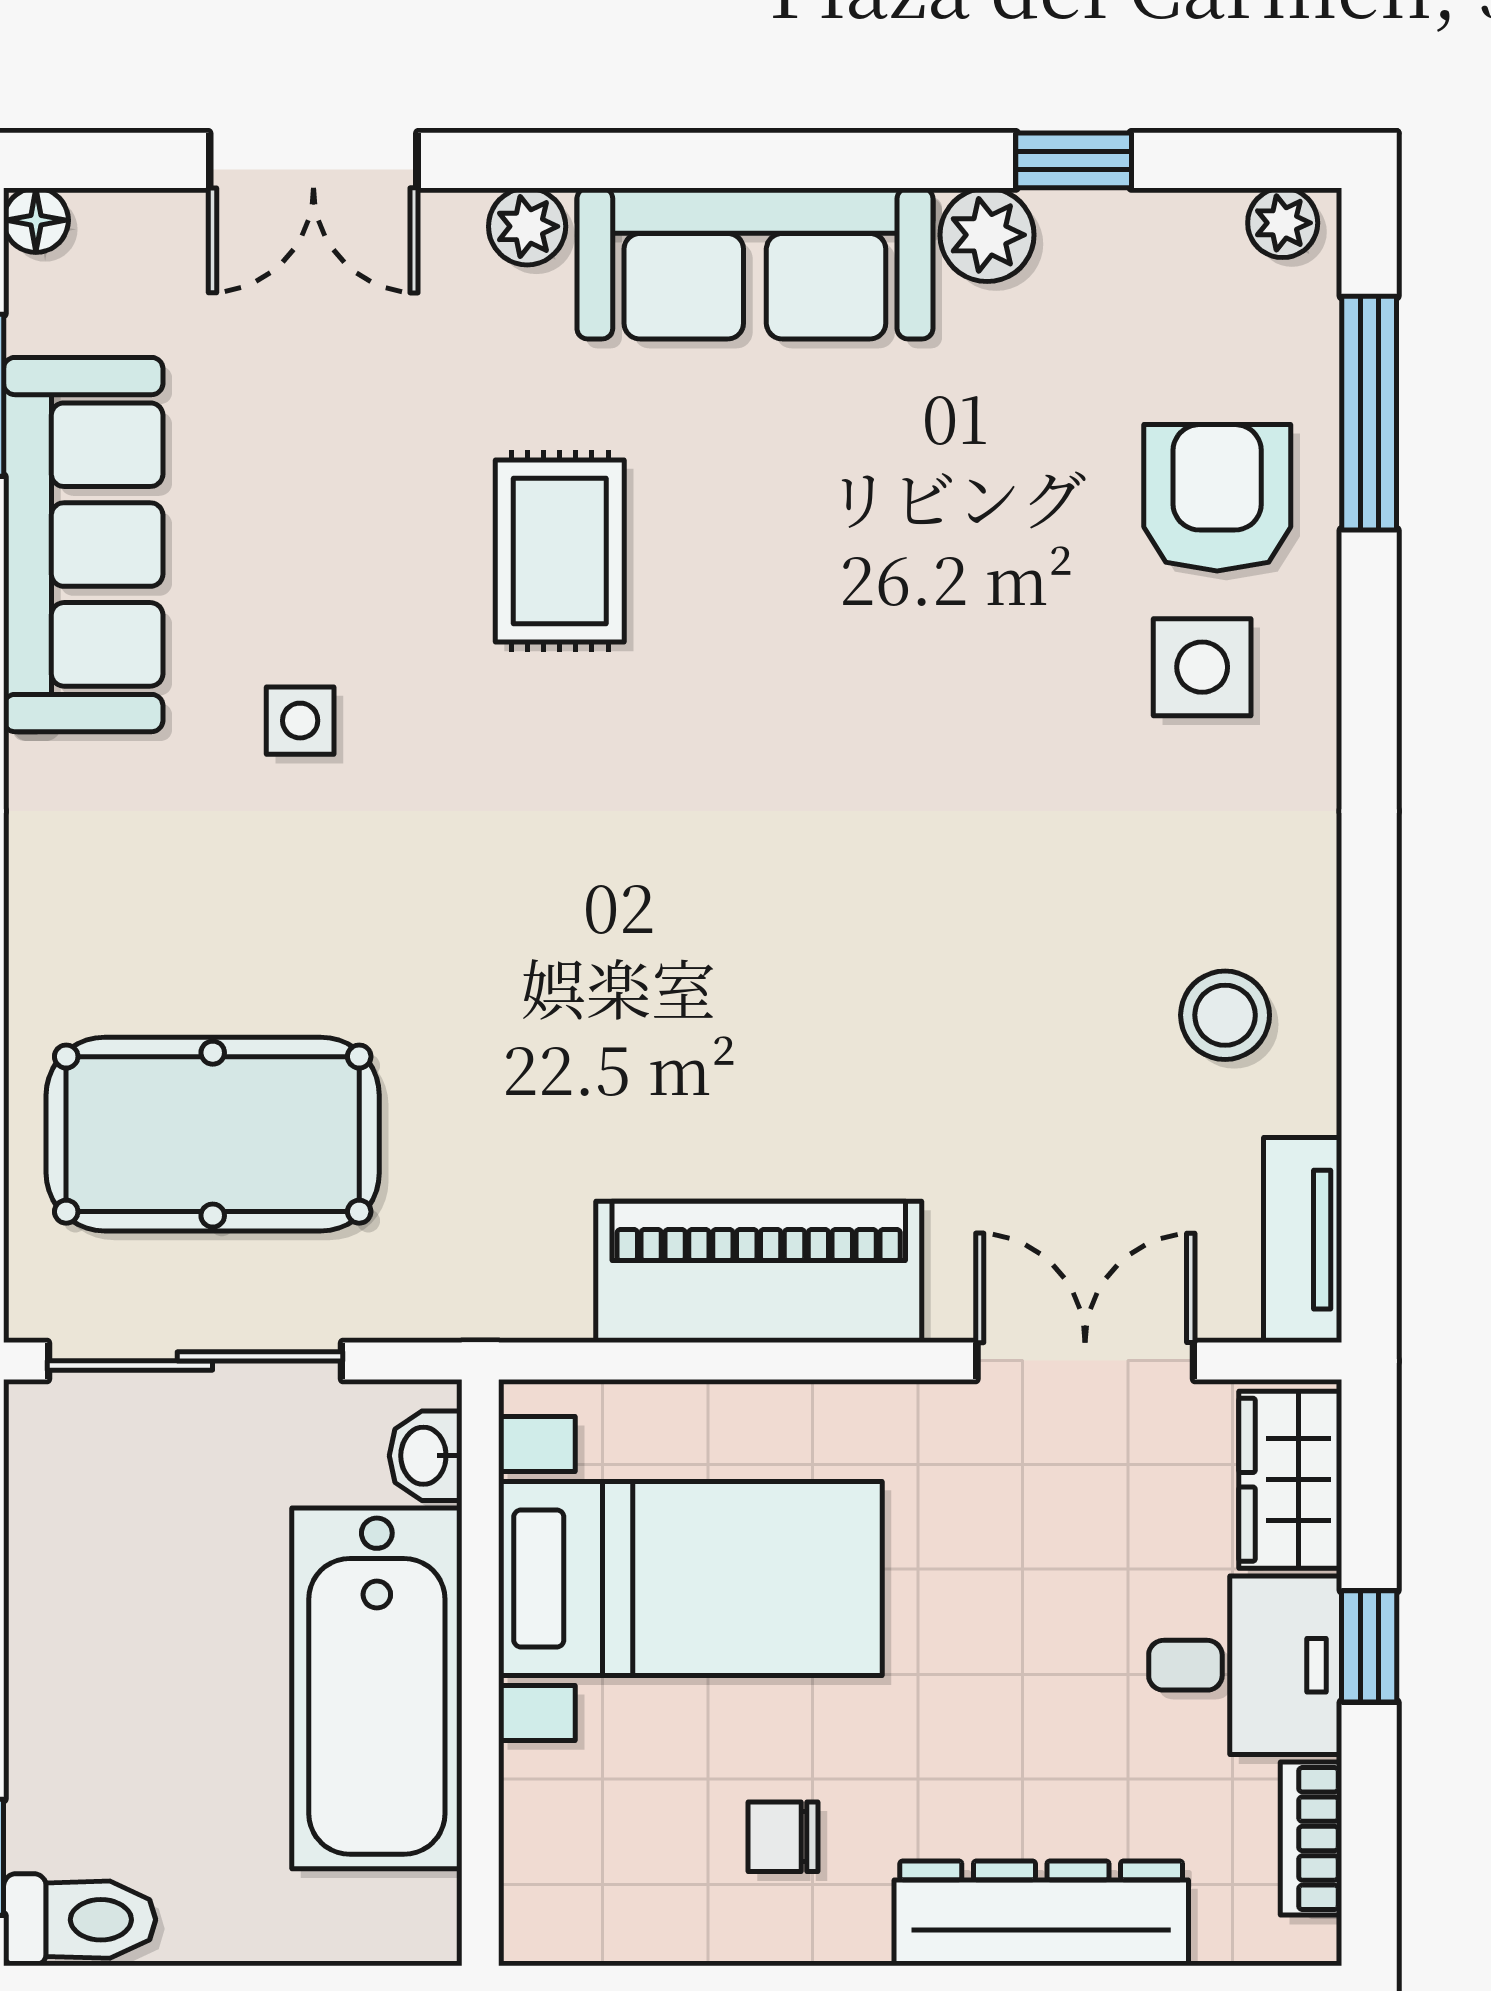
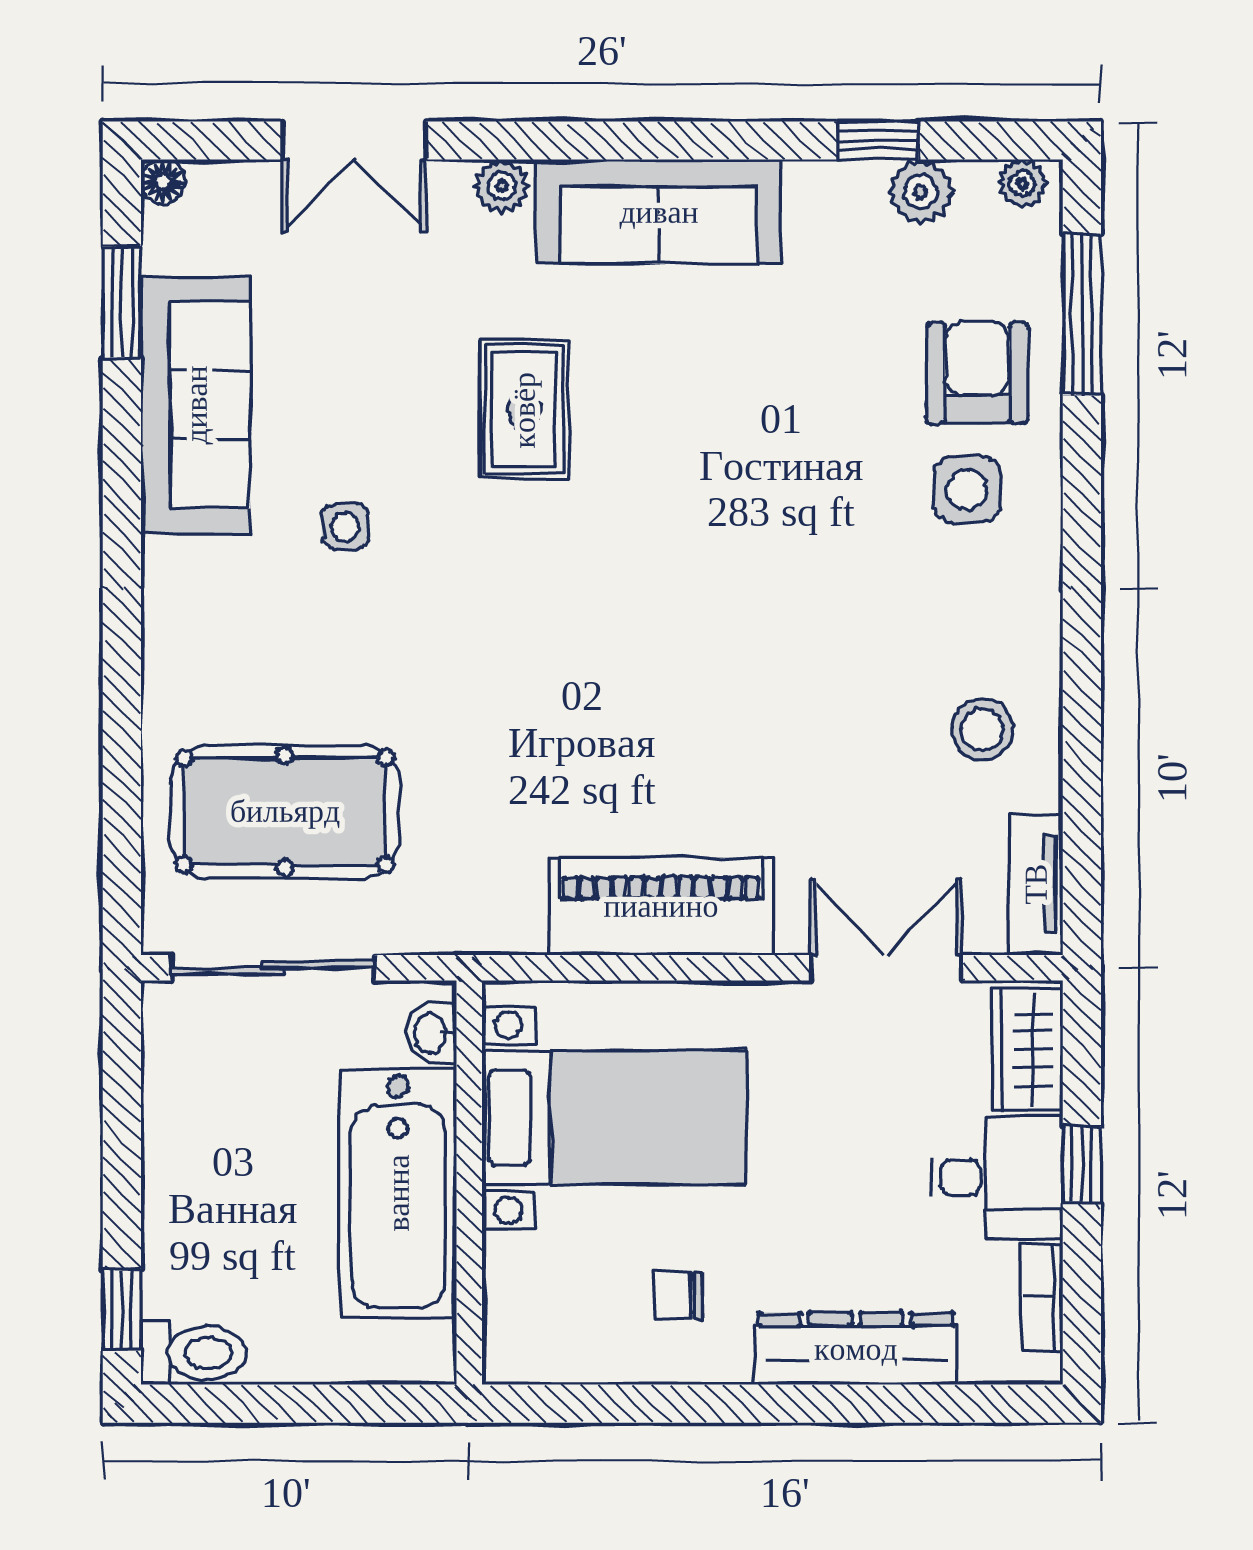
plant: (987, 235) -> (921, 192), moved

